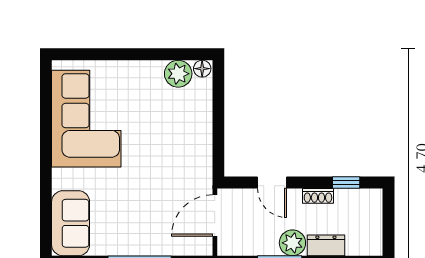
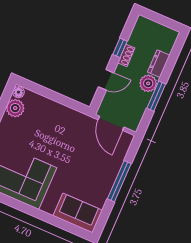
window: (346, 182) -> (120, 48), moved

